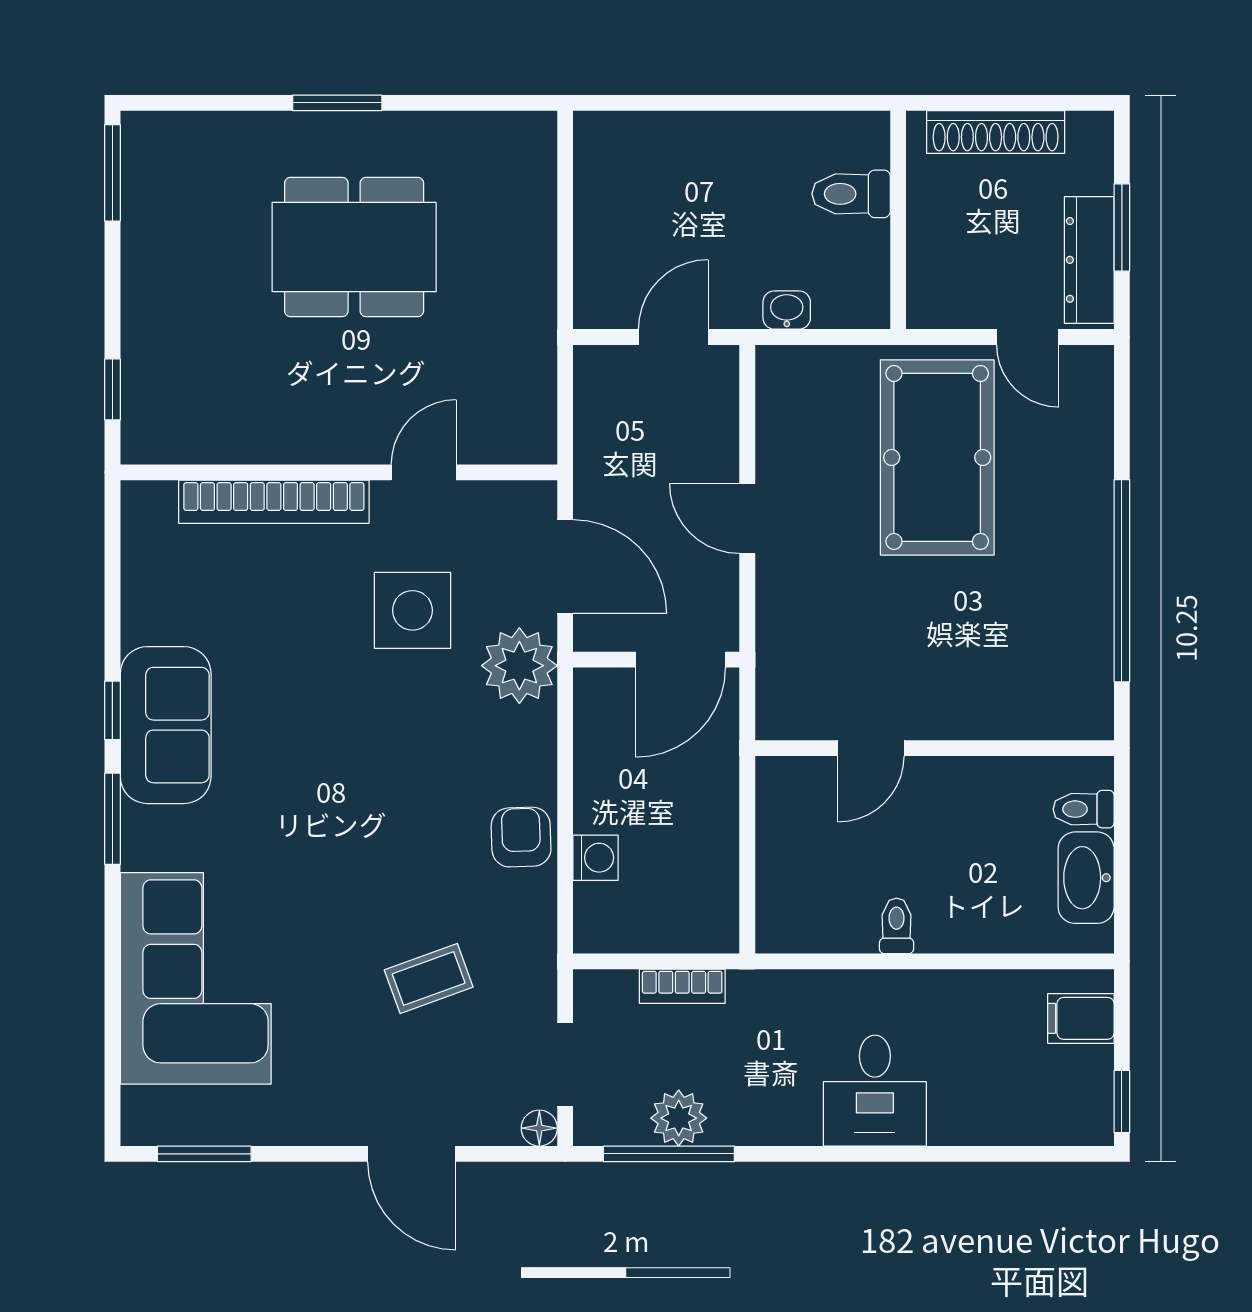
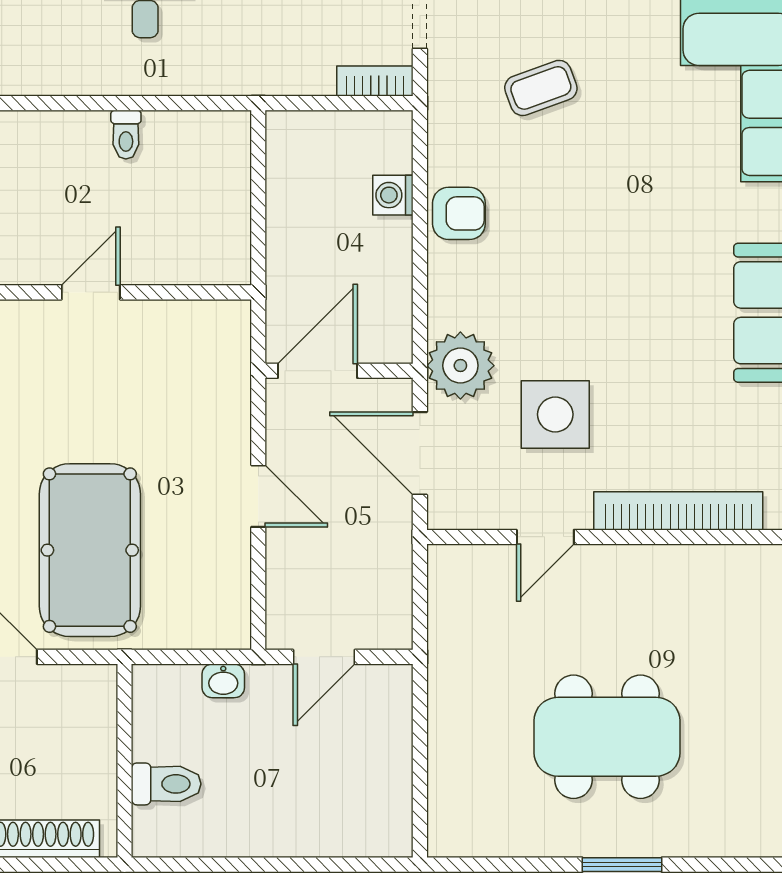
door: (871, 748) -> (91, 292), moved
armchair: (521, 837) -> (459, 213), turned -88
bookcase: (682, 986) -> (375, 81), moved

